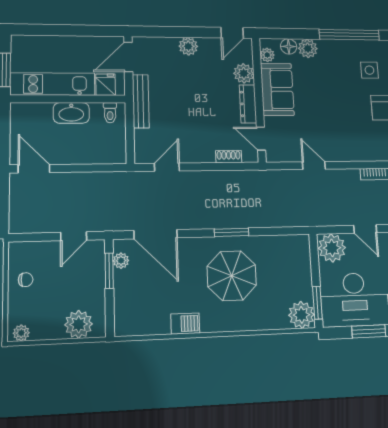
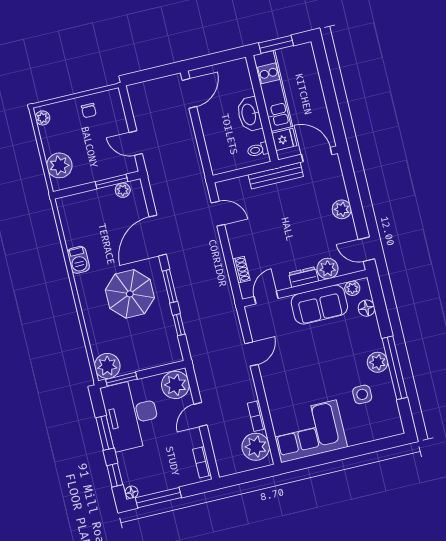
plant: (308, 48) -> (378, 362), moved
dresser: (248, 104) -> (303, 277), width x0.70
window: (272, 231) -> (179, 325), added
door: (156, 234) -> (158, 236), moved

